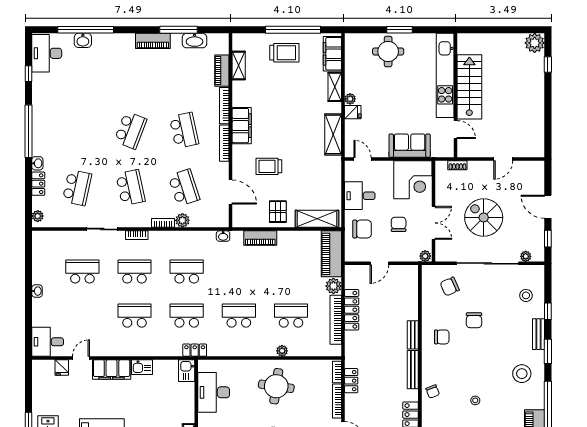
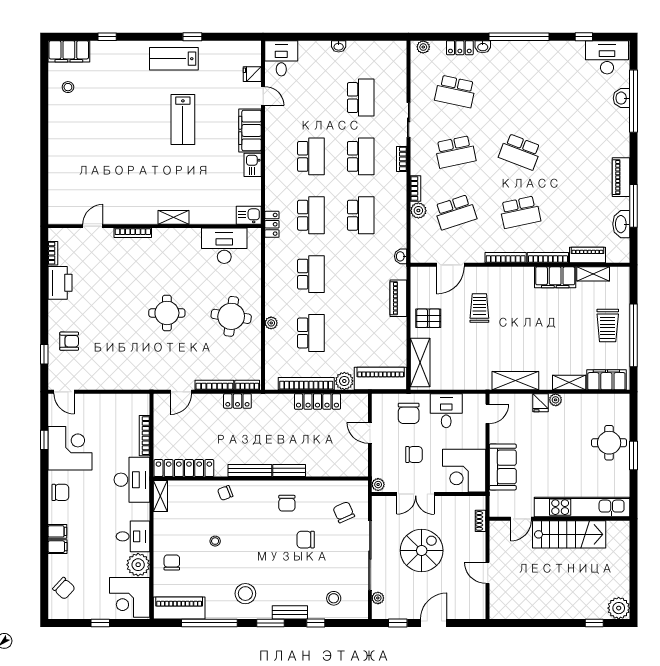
filing cabinet: (242, 126) -> (555, 277), moved

